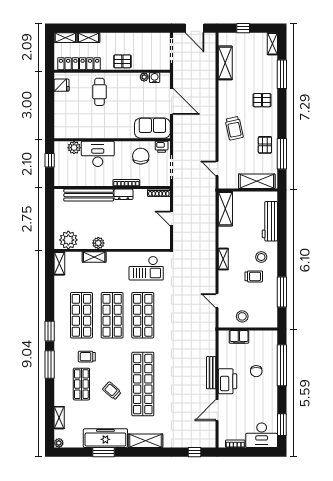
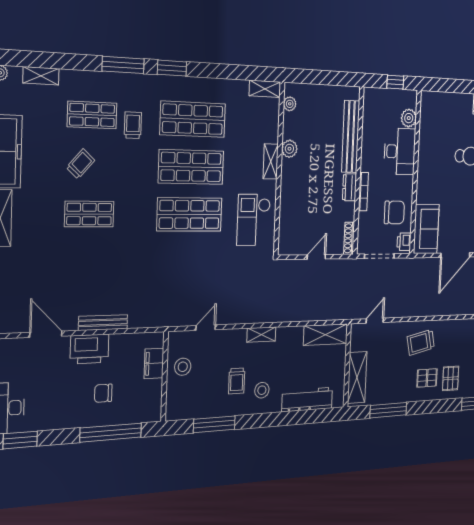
pallet: (265, 145) -> (427, 378), moved
plant: (68, 240) -> (290, 104), width x0.53, depth x0.53
shelving: (94, 257) -> (271, 161), moved
shop shelf: (143, 384) -> (89, 214), width x0.50, depth x0.74

